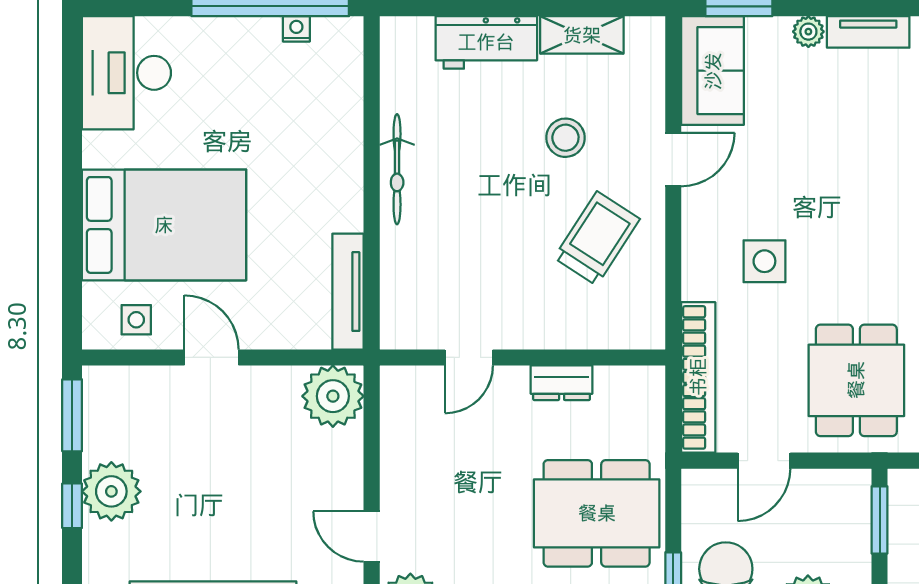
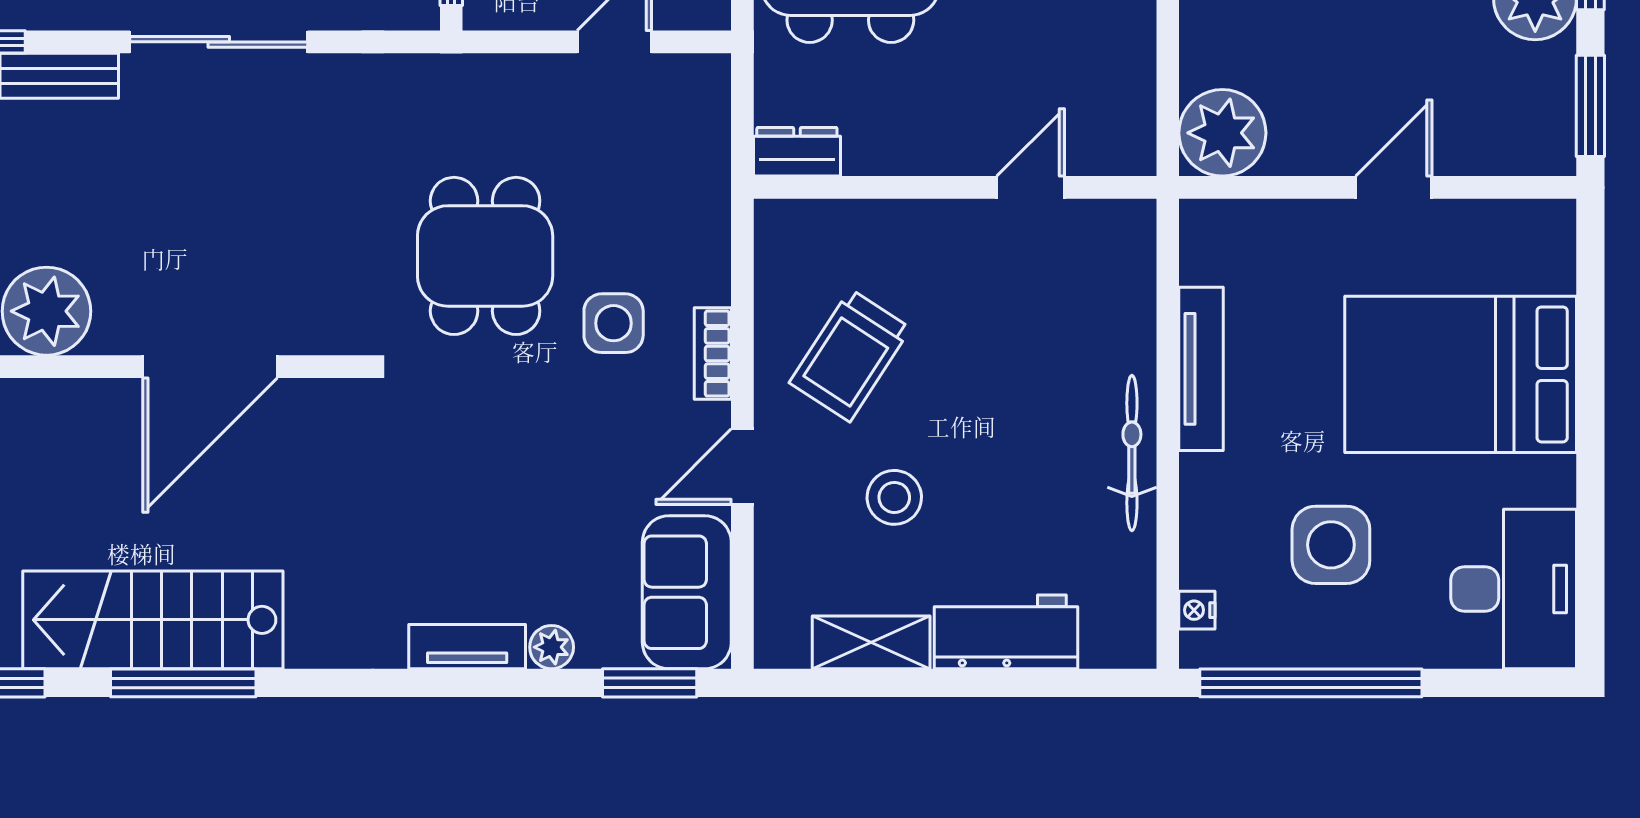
nightstand: (296, 29) -> (1197, 610), moved, turned 90
tv unit: (348, 292) -> (1201, 369), moved
side table: (136, 320) -> (1331, 545), moved, width x1.87, depth x1.87
door: (211, 357) -> (1394, 187), swing flipped
bookcase: (698, 377) -> (713, 354), moved, width x0.43, depth x0.76
dining table: (856, 380) -> (485, 256), moved
dresser: (562, 383) -> (797, 152), moved

